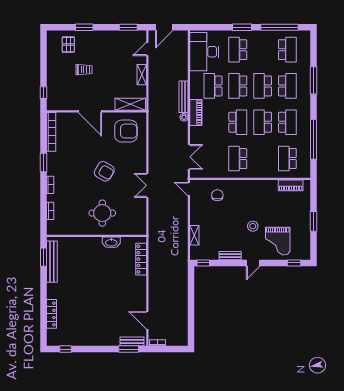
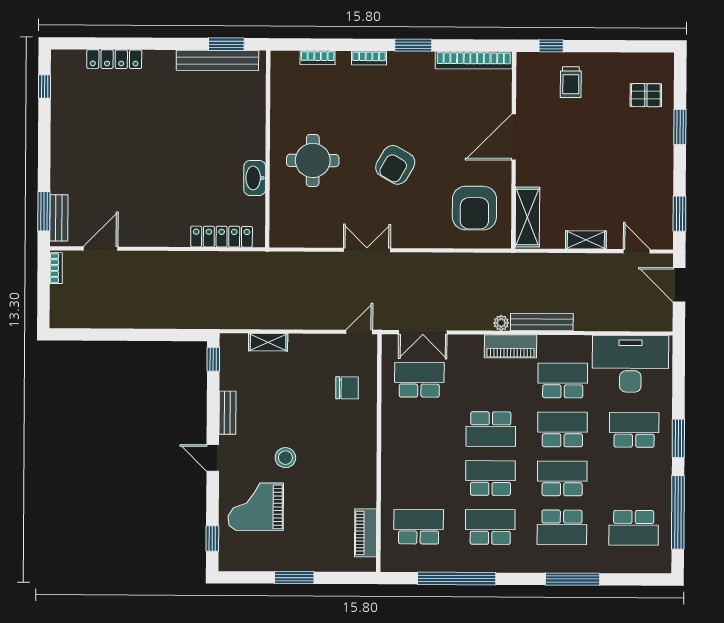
trolley: (84, 70) -> (571, 82), moved
school desk: (287, 122) -> (490, 527), turned 180
school desk: (238, 159) -> (419, 380), moved

